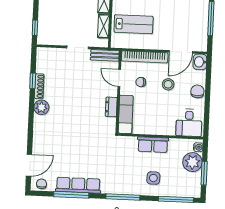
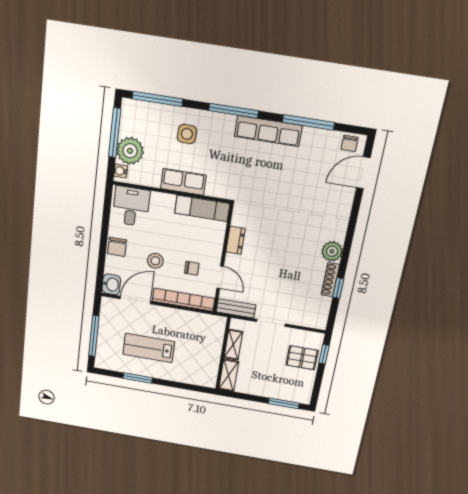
pallet: (51, 23) -> (302, 358), added
lab bench: (134, 24) -> (149, 348), moved
exam couch: (126, 114) -> (202, 208), moved, turned -90
window: (204, 173) -> (115, 133), width x1.44
row of seats: (78, 185) -> (268, 131), moved

